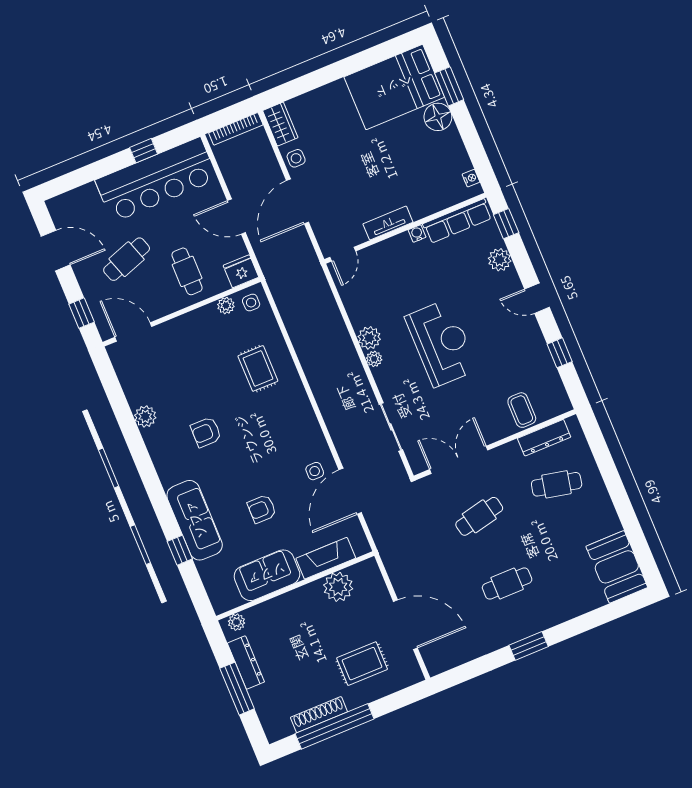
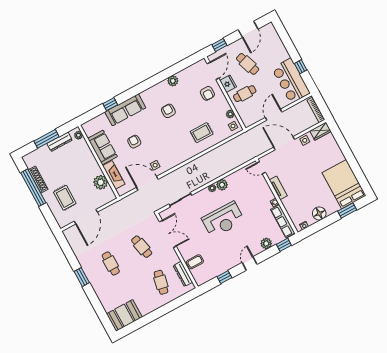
floor lamp: (438, 117) -> (319, 213), moved
bar counter: (156, 180) -> (291, 81), width x0.73
fridge: (241, 271) -> (228, 84), moved
armchair: (178, 348) -> (207, 93), added

